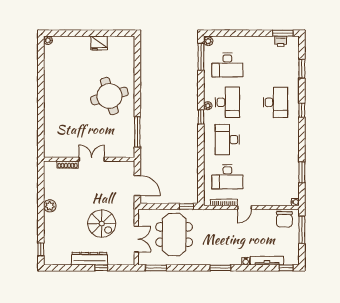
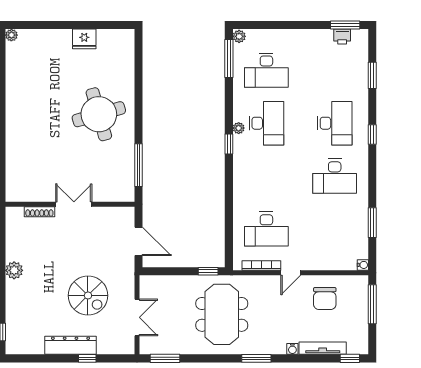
desk: (227, 140) -> (335, 176), moved, turned -90
chair: (284, 219) -> (325, 299), moved
meeting table: (174, 235) -> (222, 314), moved

